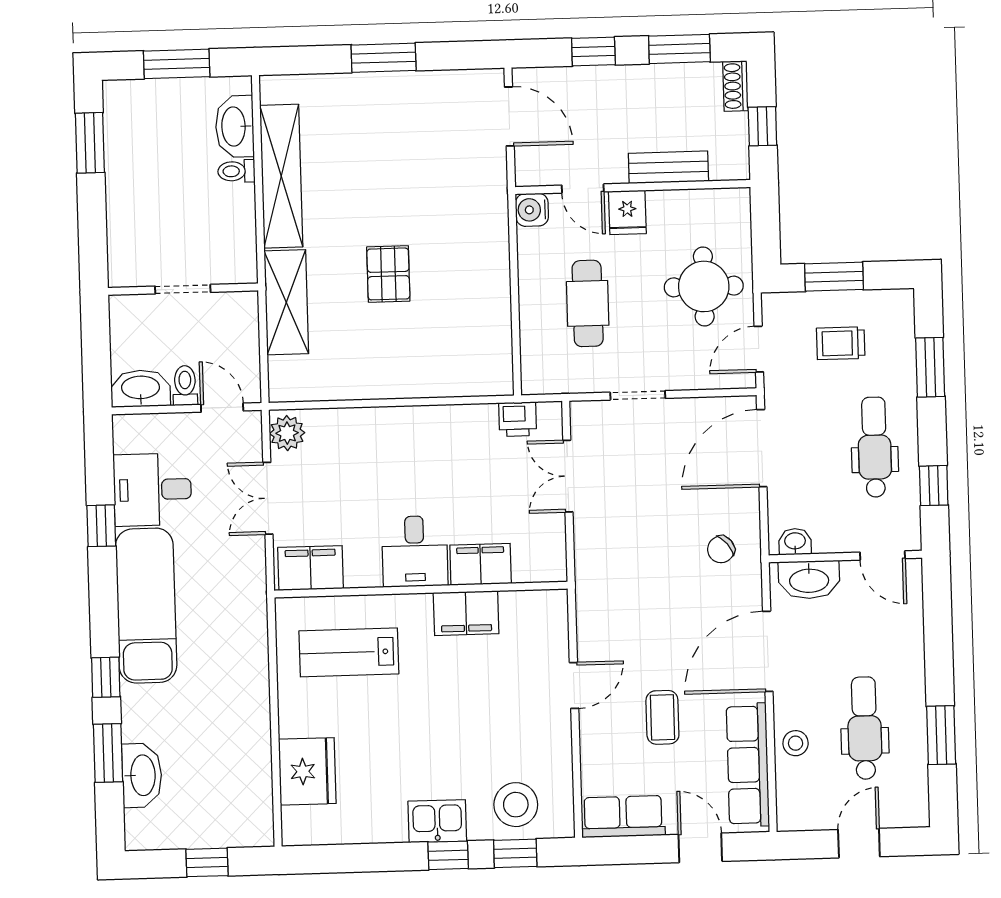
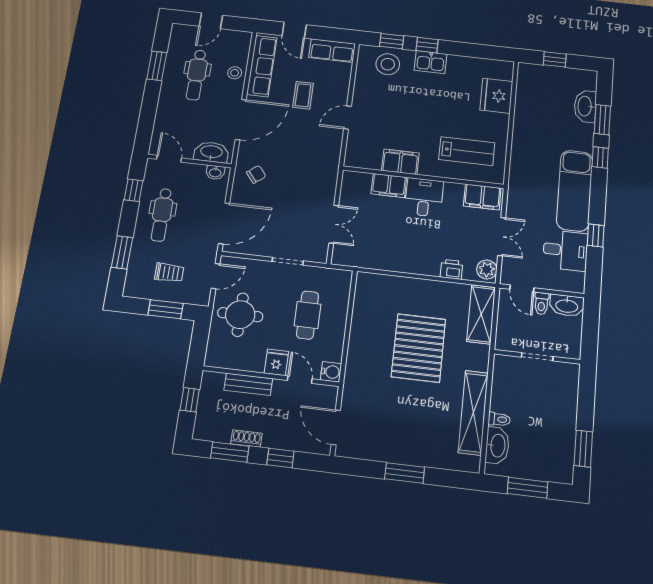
shoe rack: (735, 86) -> (246, 438), moved, turned -90
pallet: (388, 274) -> (419, 348), width x2.05, depth x2.00
shelving: (286, 302) -> (481, 314), moved
printer: (518, 419) -> (451, 269), moved

